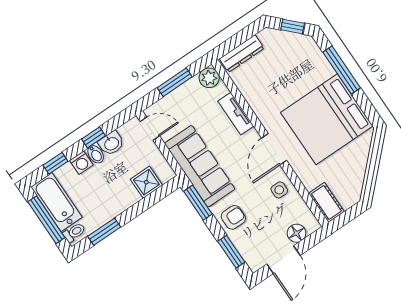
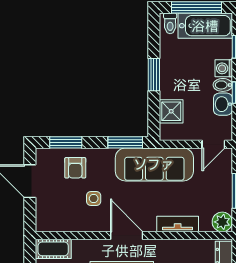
side table: (279, 190) -> (94, 199), moved
armchair: (233, 217) -> (75, 168), moved
window: (104, 232) -> (154, 75), moved
floor lamp: (296, 233) -> (44, 207), removed

